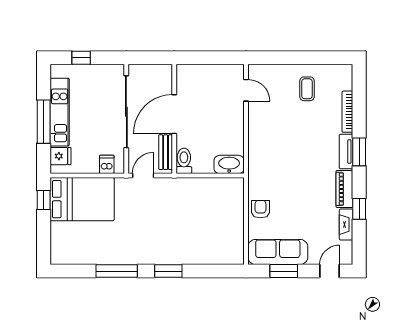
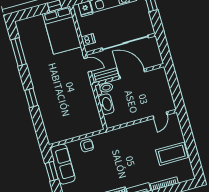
coffee table: (307, 89) -> (172, 154), width x1.86, depth x1.72
washbasin: (229, 164) -> (106, 104), moved
window: (117, 271) -> (19, 52), moved

